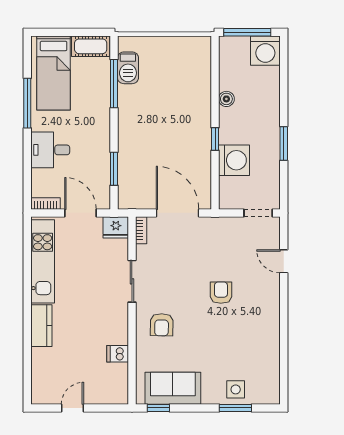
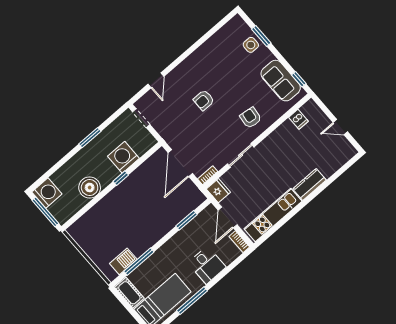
boiler: (226, 99) -> (90, 188), width x1.86, depth x1.86
armchair: (162, 325) -> (251, 118), turned -84
dishwasher: (118, 354) -> (298, 119), moved

